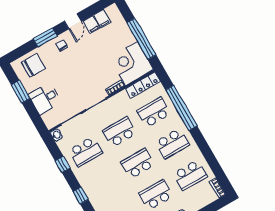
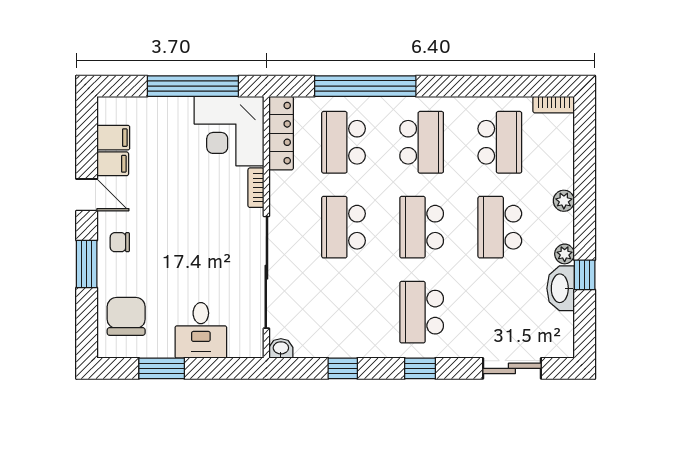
school desk: (85, 152) -> (422, 312), moved, turned 180

